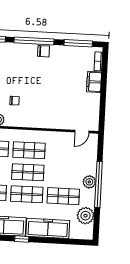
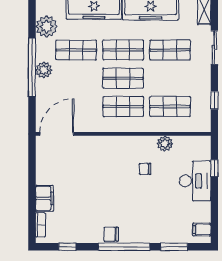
window: (78, 43) -> (67, 247), width x0.46
door: (82, 132) -> (57, 134), width x1.88

